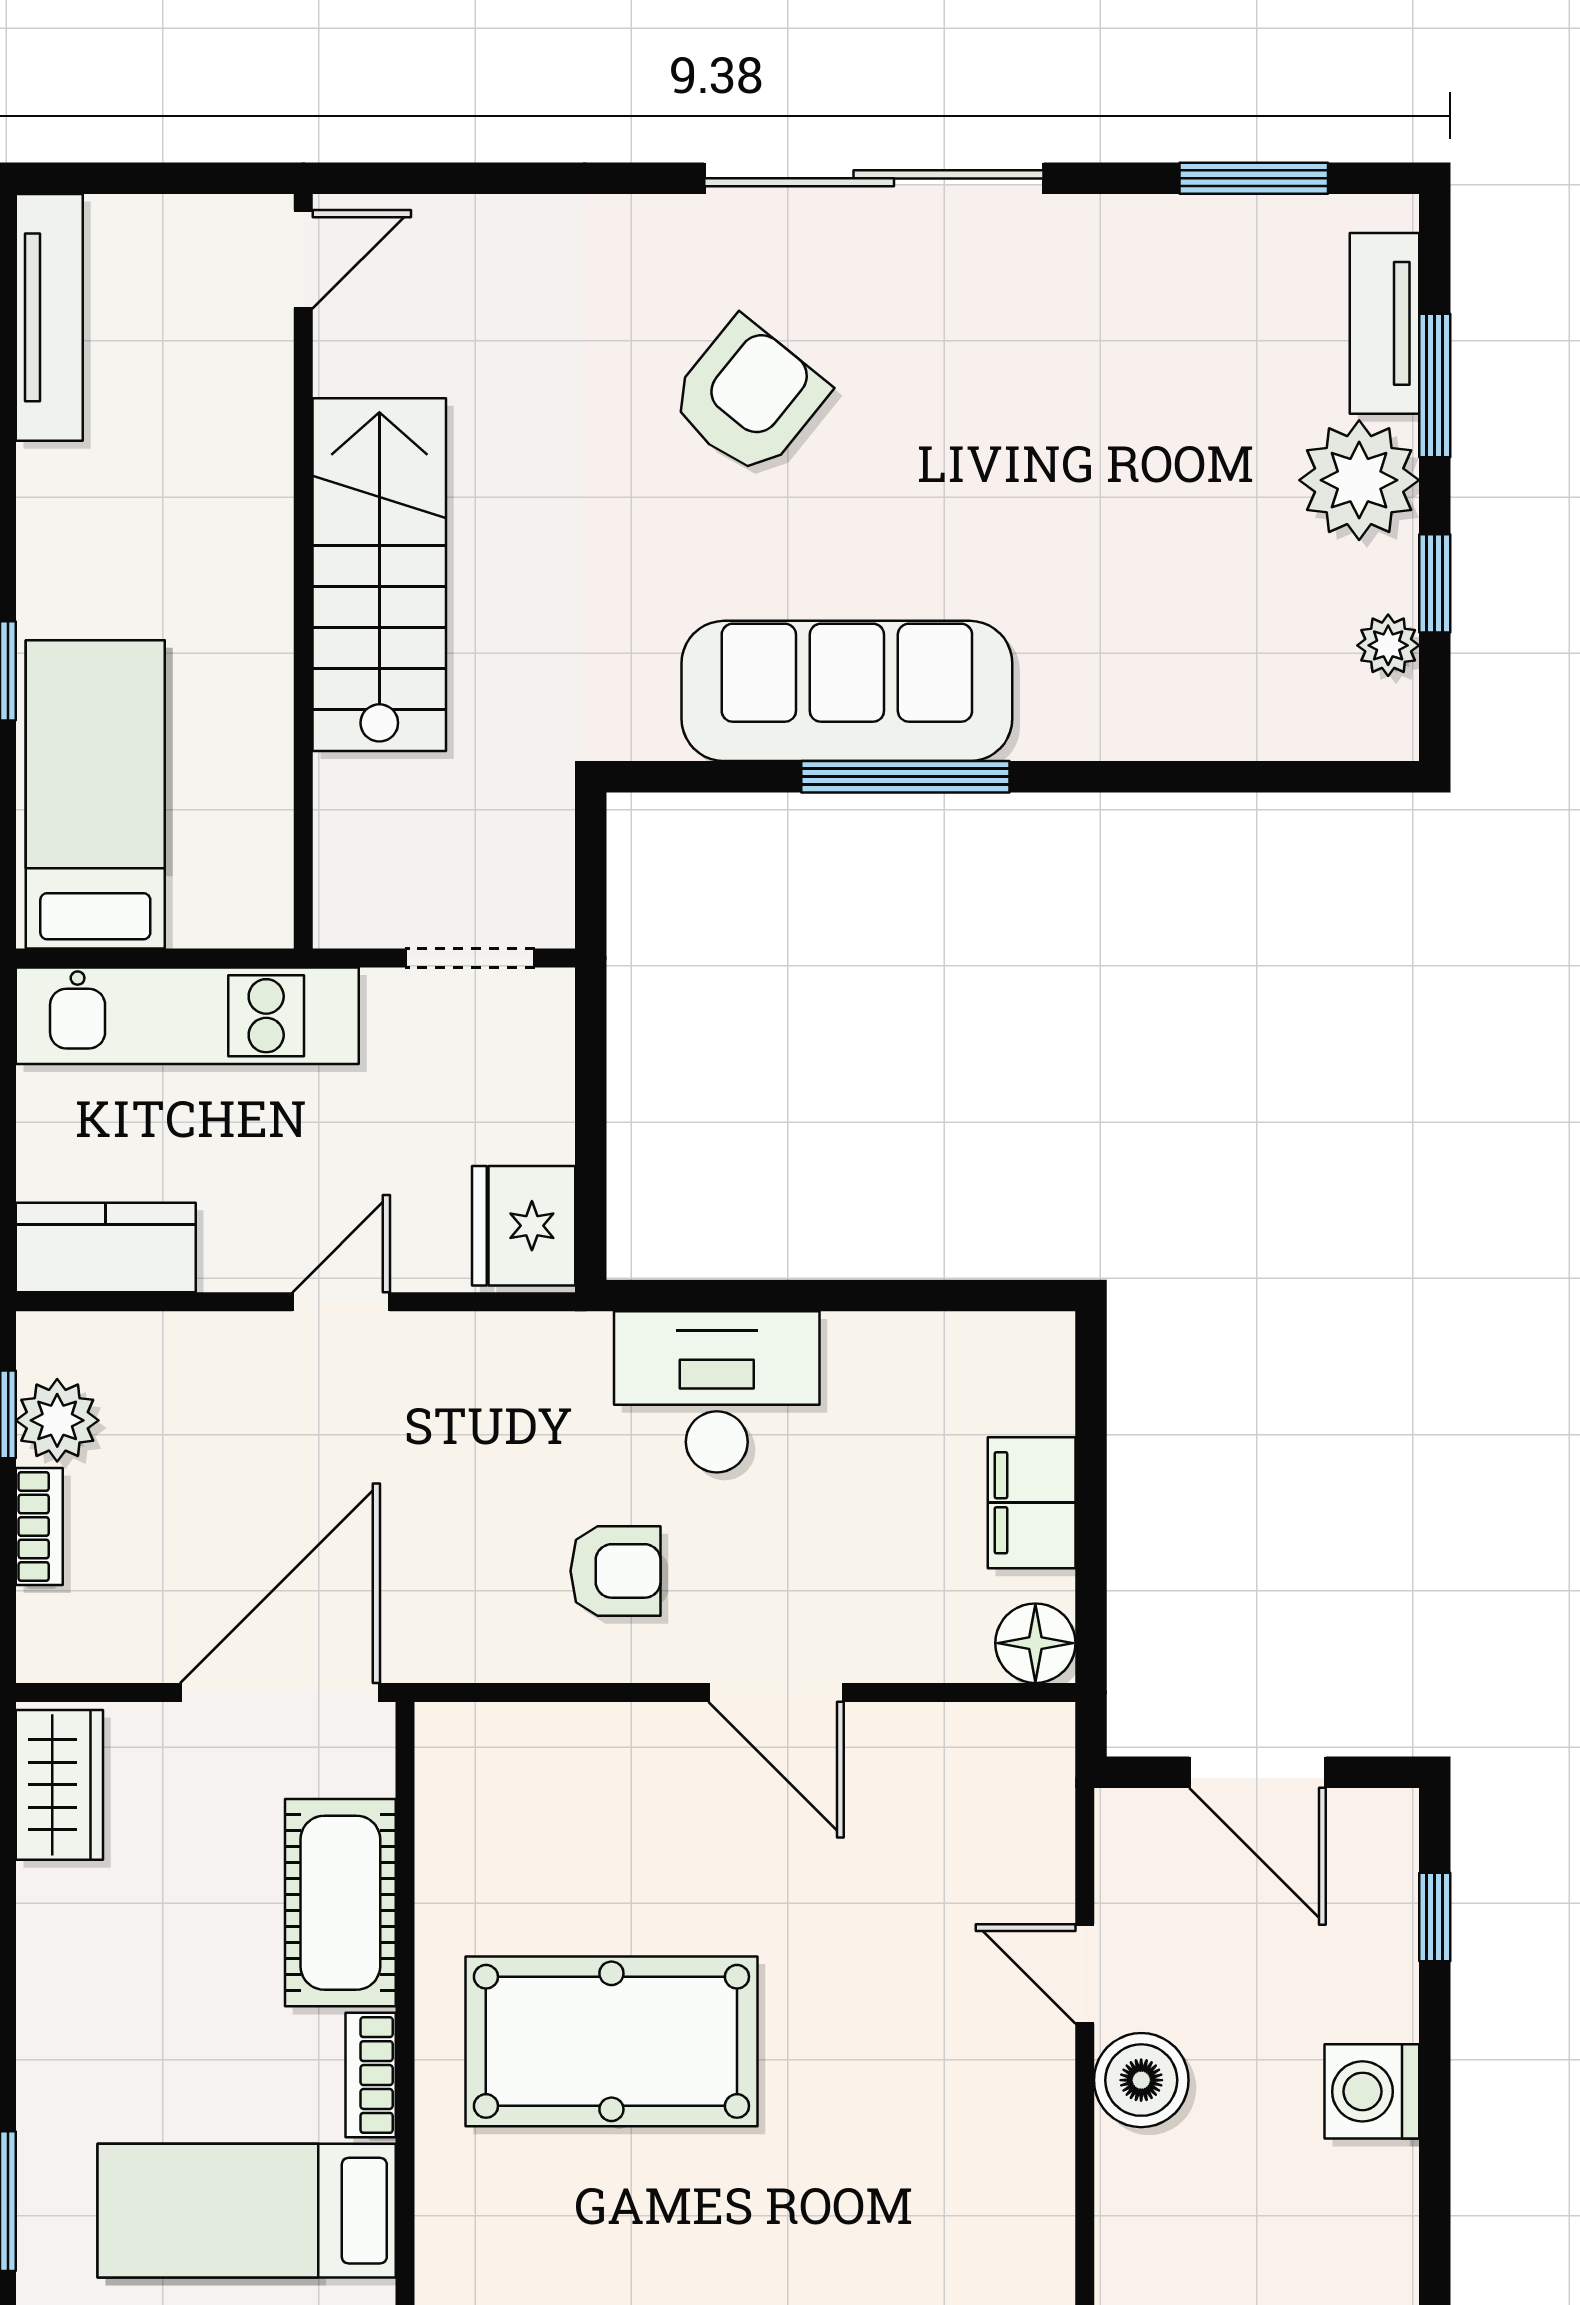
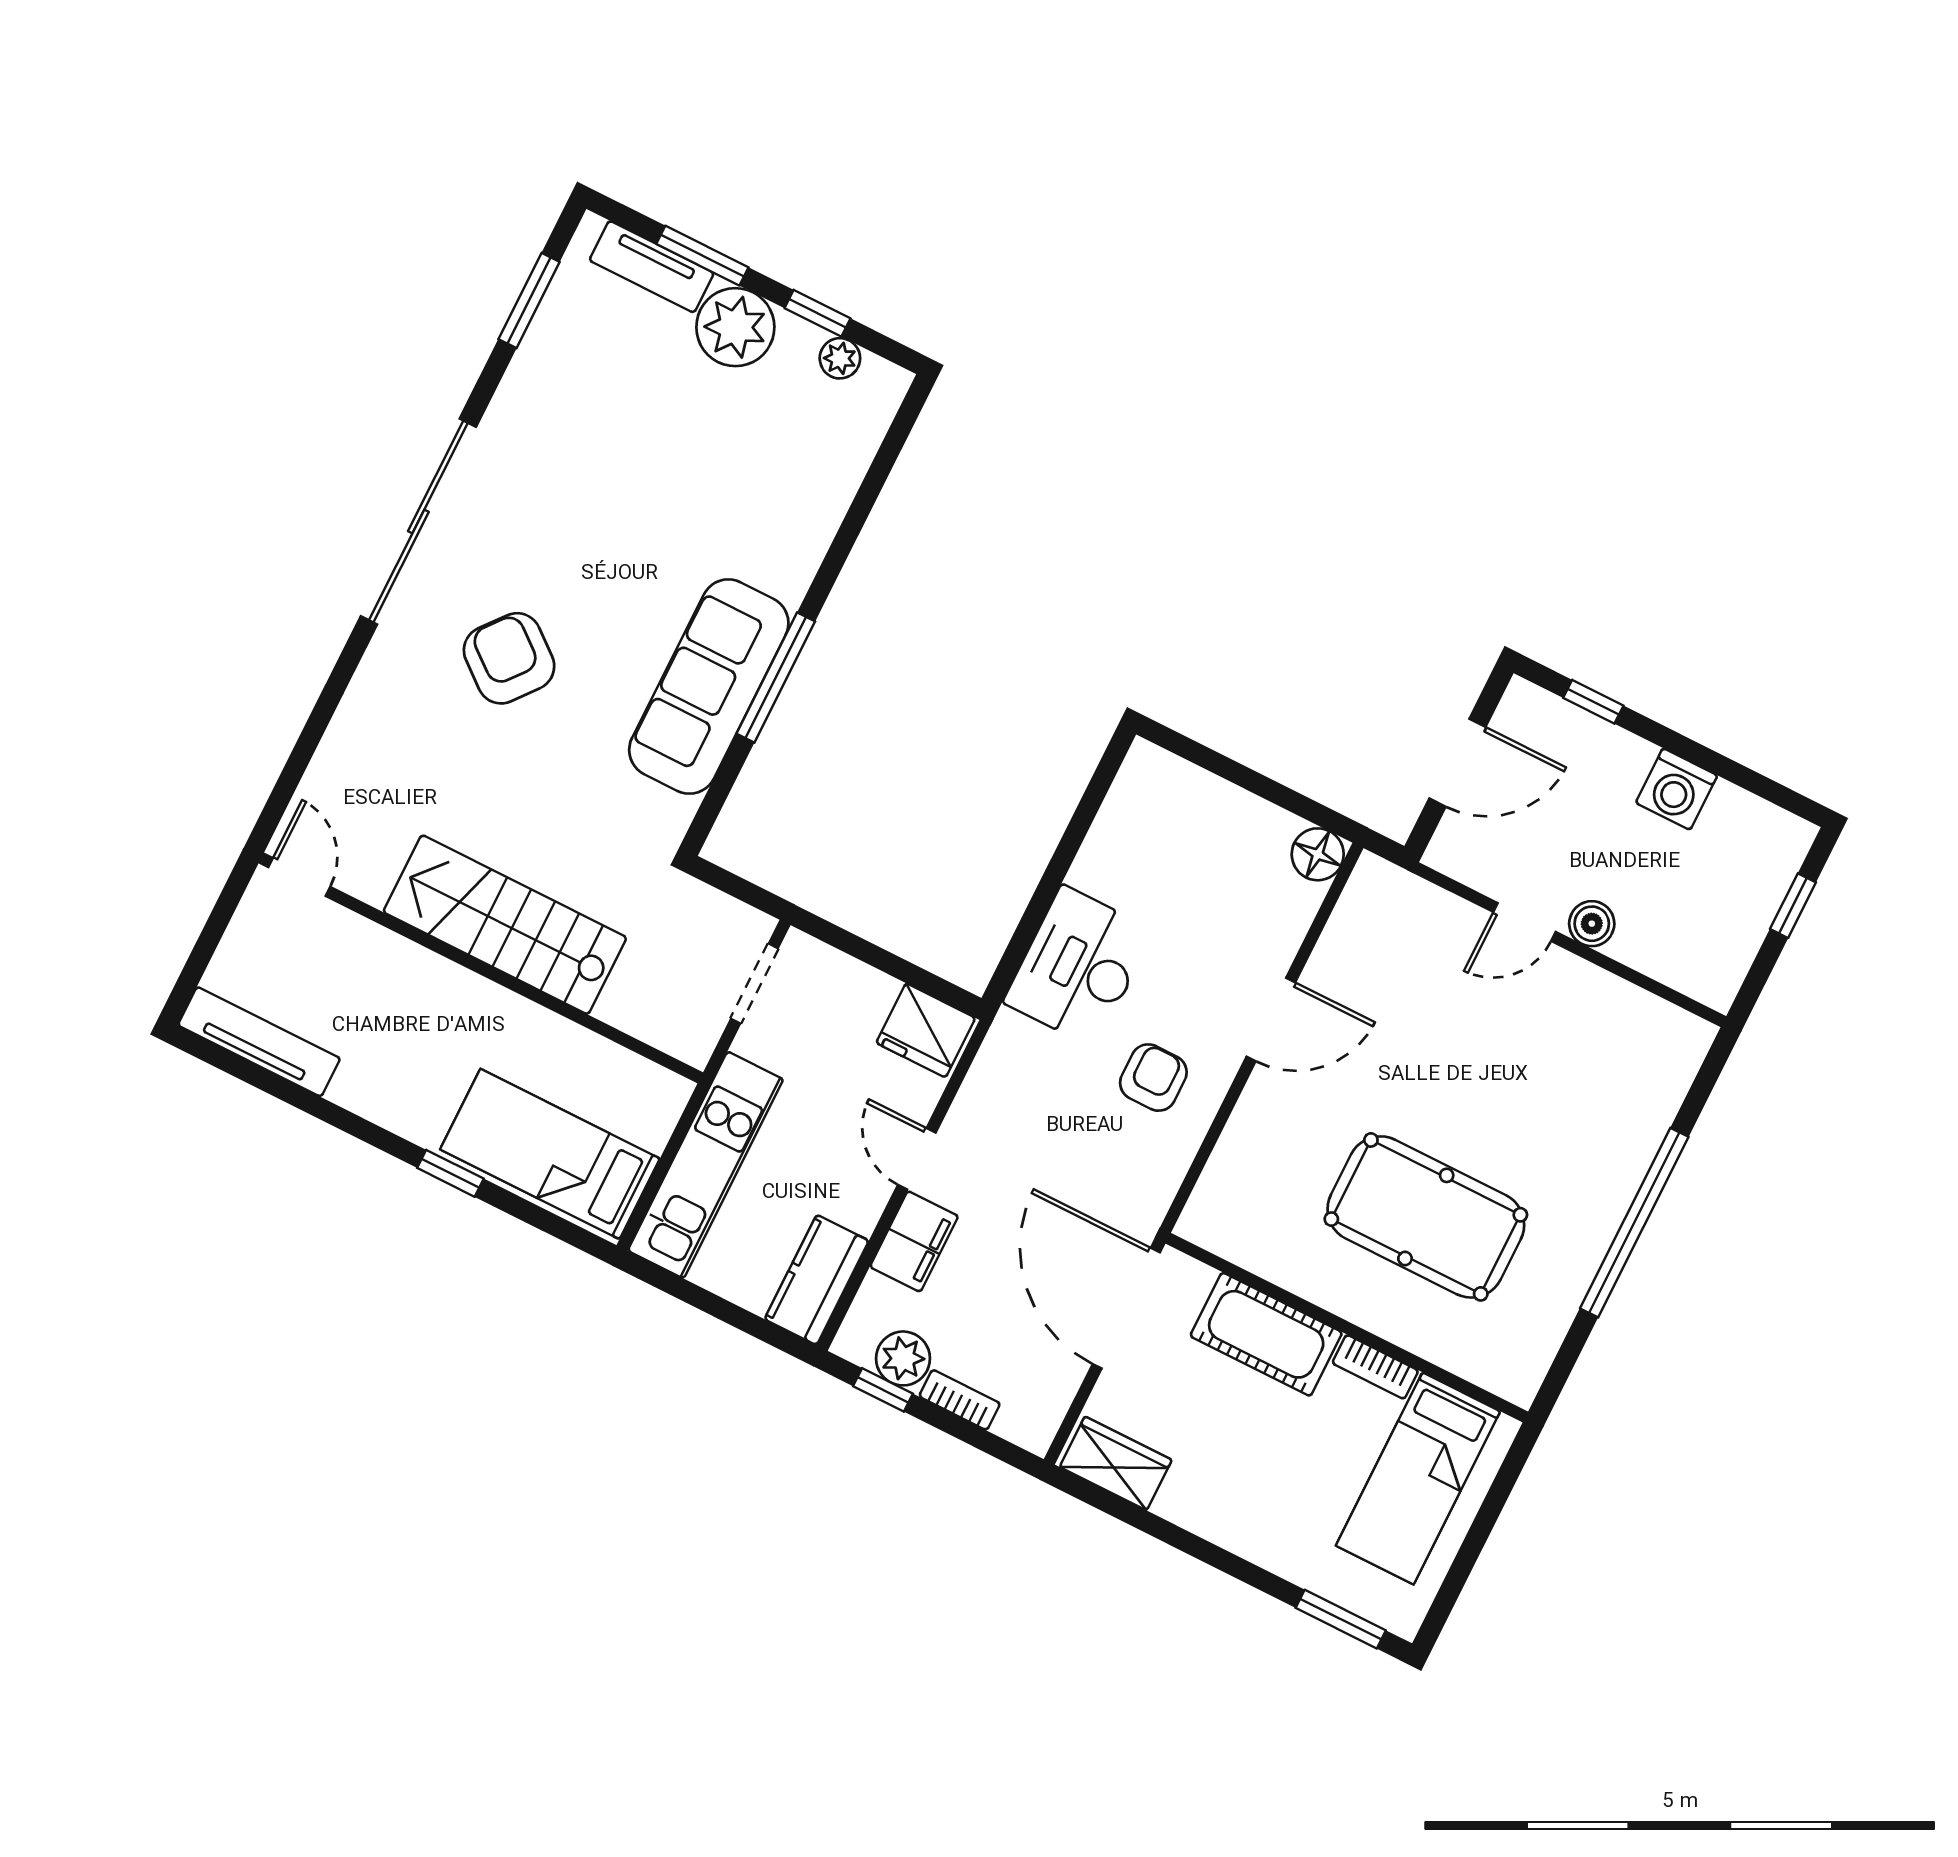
filing cabinet: (1032, 1503) -> (914, 1241), moved, turned -90
pool table: (611, 2041) -> (1426, 1217), turned 90
boiler: (1141, 2080) -> (1592, 924), width x0.73, depth x0.73

